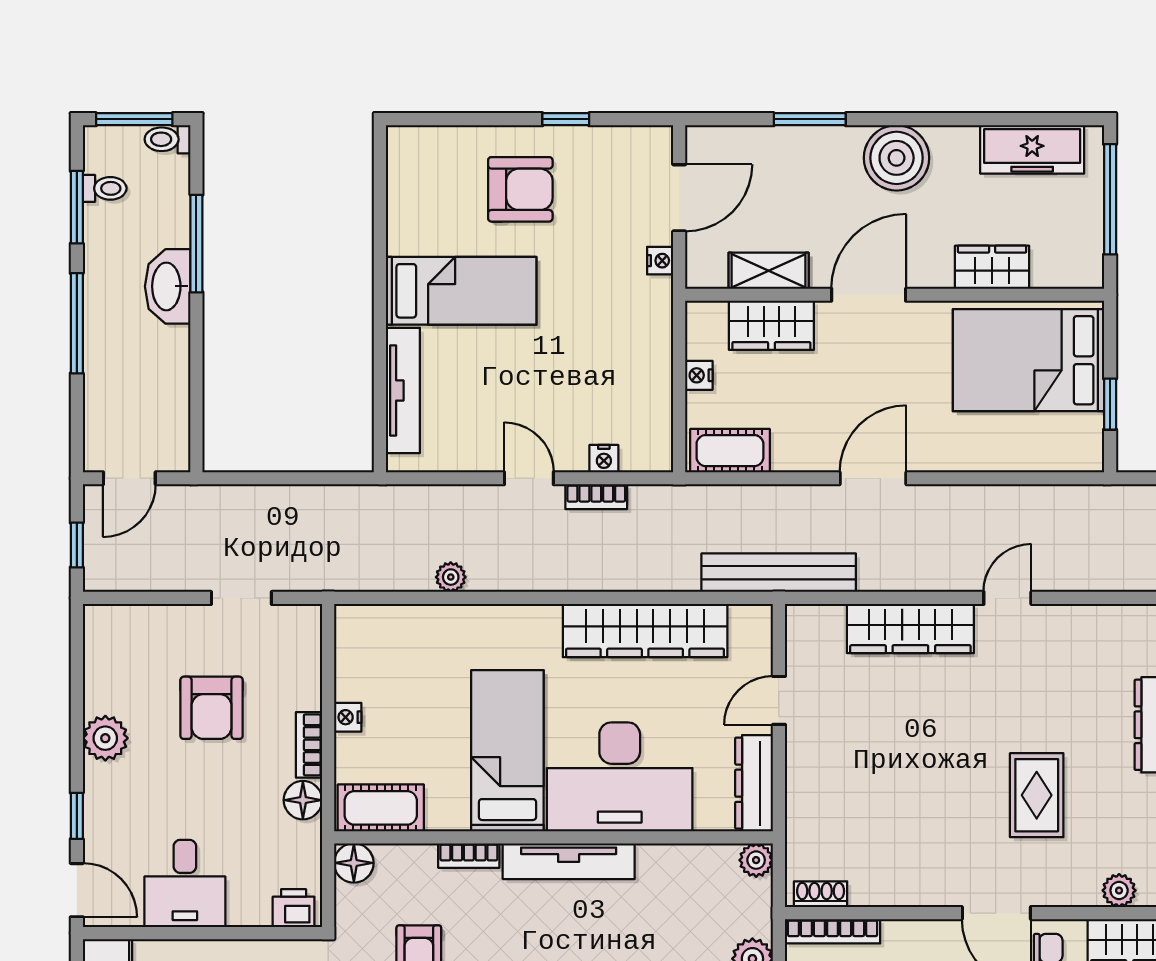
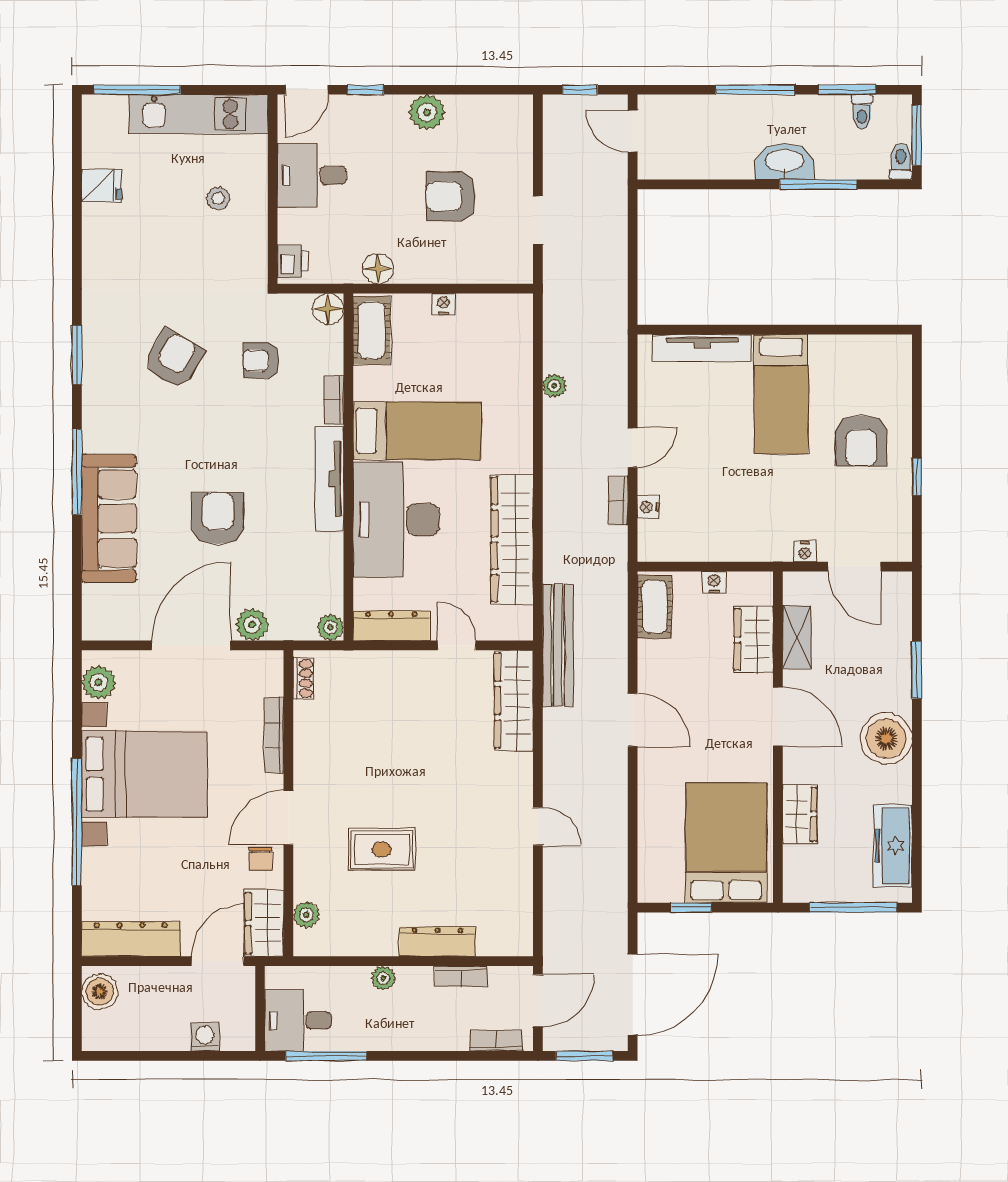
wardrobe: (910, 628) -> (514, 701), moved
bookcase: (309, 745) -> (422, 274), removed
bookcase: (833, 931) -> (274, 735), moved

